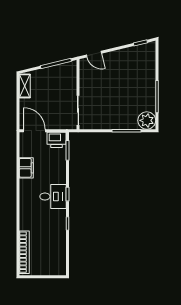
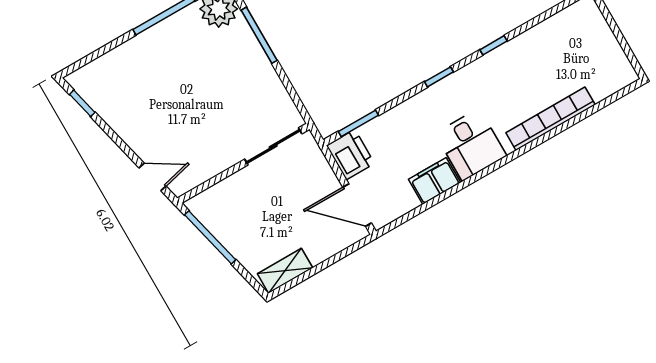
door: (94, 54) -> (153, 177), hinge flipped
door: (34, 131) -> (357, 205), hinge flipped
desk: (53, 197) -> (471, 145), moved, turned 180
bookcase: (24, 252) -> (551, 119), moved

